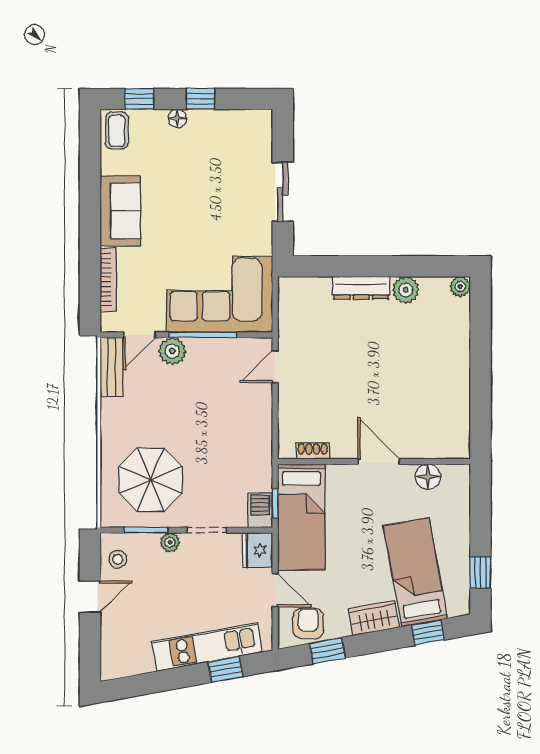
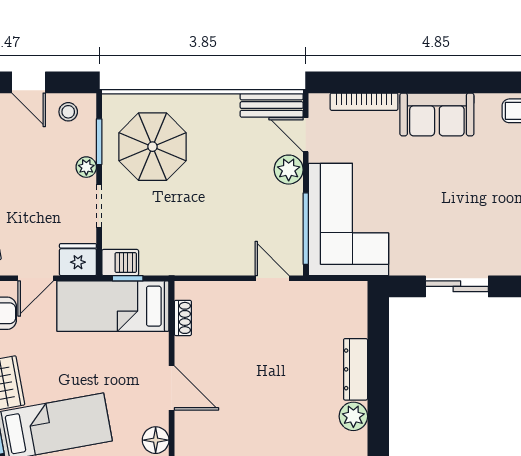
window: (203, 335) -> (306, 229), moved
door: (379, 462) -> (172, 388), hinge flipped

